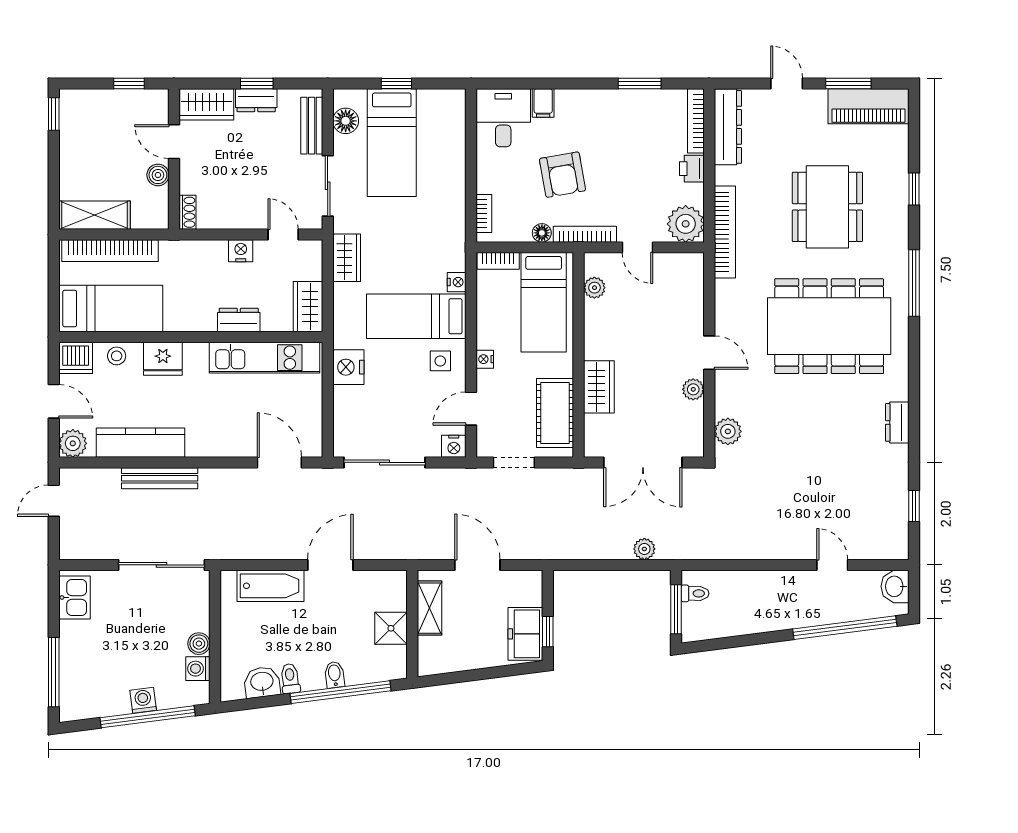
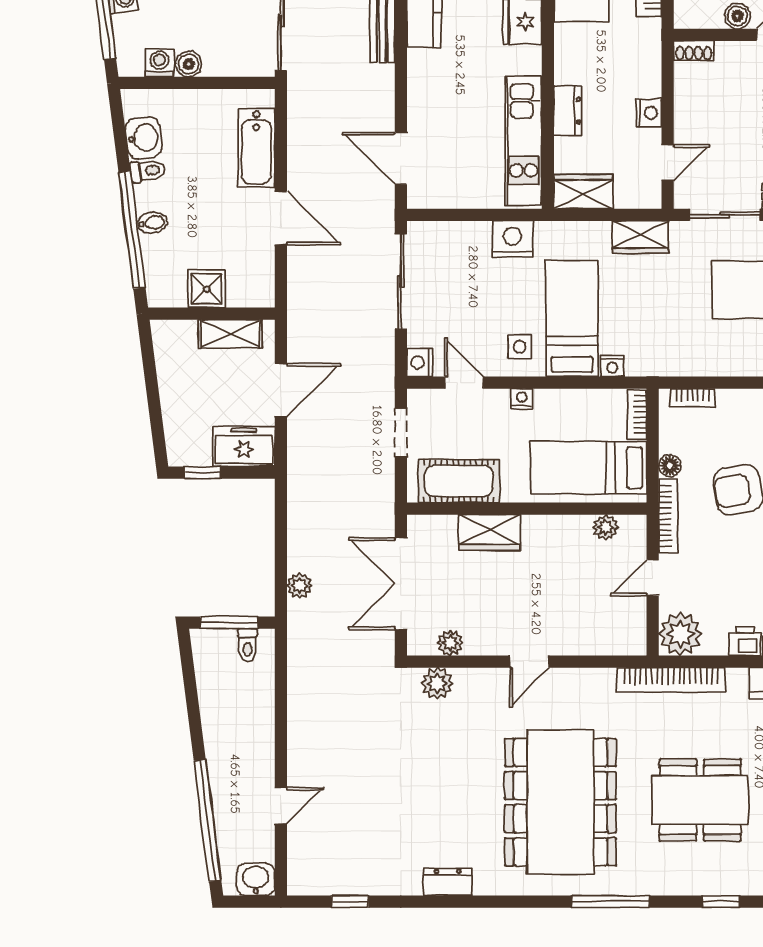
plant: (693, 389) -> (450, 643), moved
door: (279, 462) -> (401, 158), swing flipped
freezer: (525, 634) -> (244, 446), moved

